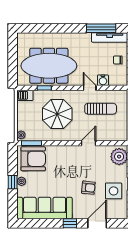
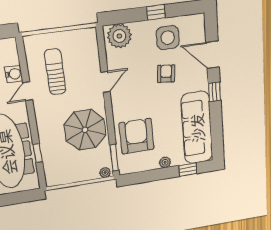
barbecue: (25, 95) -> (52, 176), removed
parasol: (57, 114) -> (85, 130), moved
door: (89, 143) -> (106, 82), swing flipped
armchair: (33, 159) -> (136, 136), moved
window: (13, 182) -> (188, 170), moved

